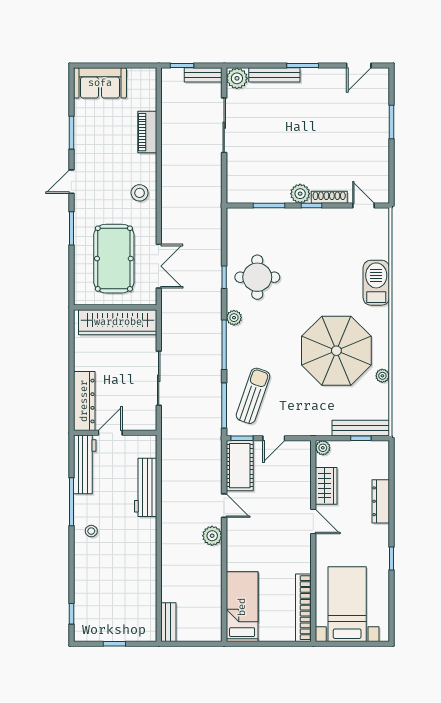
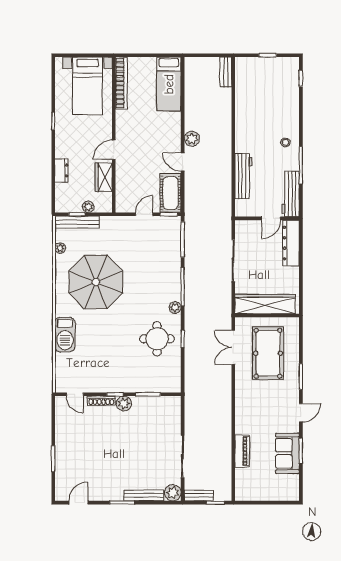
sofa: (100, 83) -> (287, 453), moved, turned -90
stool: (140, 193) -> (248, 404), removed
plant: (382, 376) -> (60, 248), moved
sun lounger: (253, 396) -> (160, 247), removed
plant: (323, 448) -> (88, 207), moved
dresser: (381, 501) -> (61, 171), width x0.70
door: (313, 522) -> (114, 150), hinge flipped

